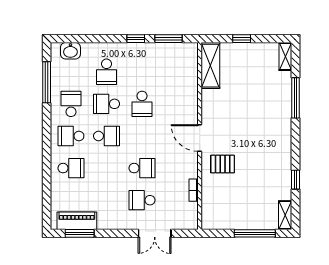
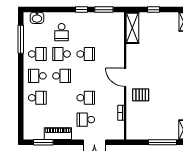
school desk: (71, 104) -> (37, 54), turned 90
school desk: (142, 104) -> (86, 54), turned -90
piano: (77, 221) -> (58, 134), moved

